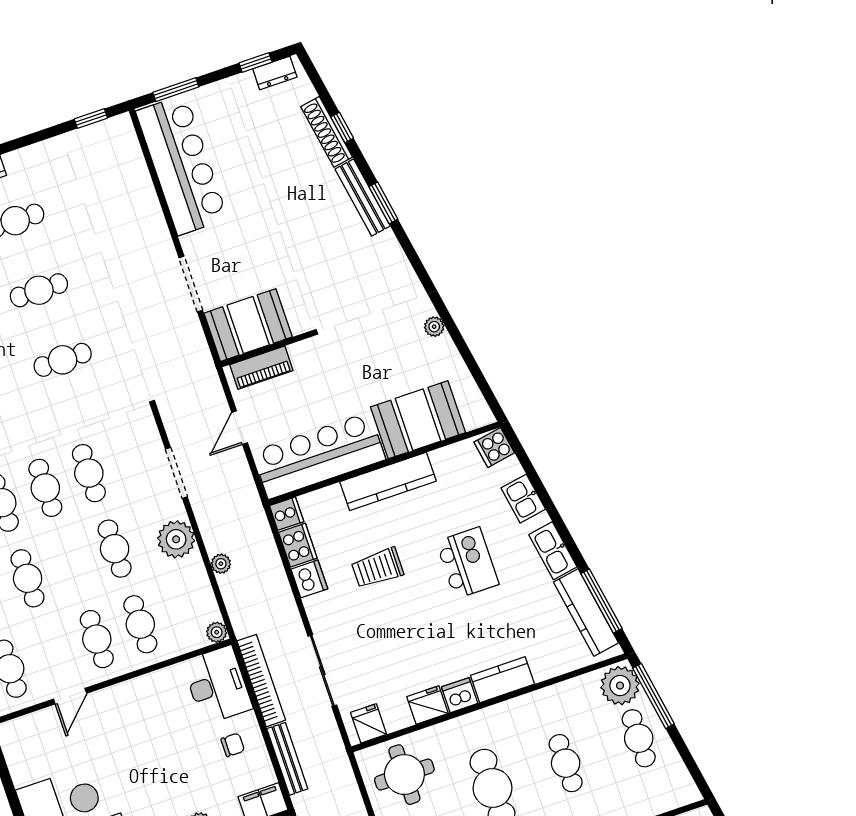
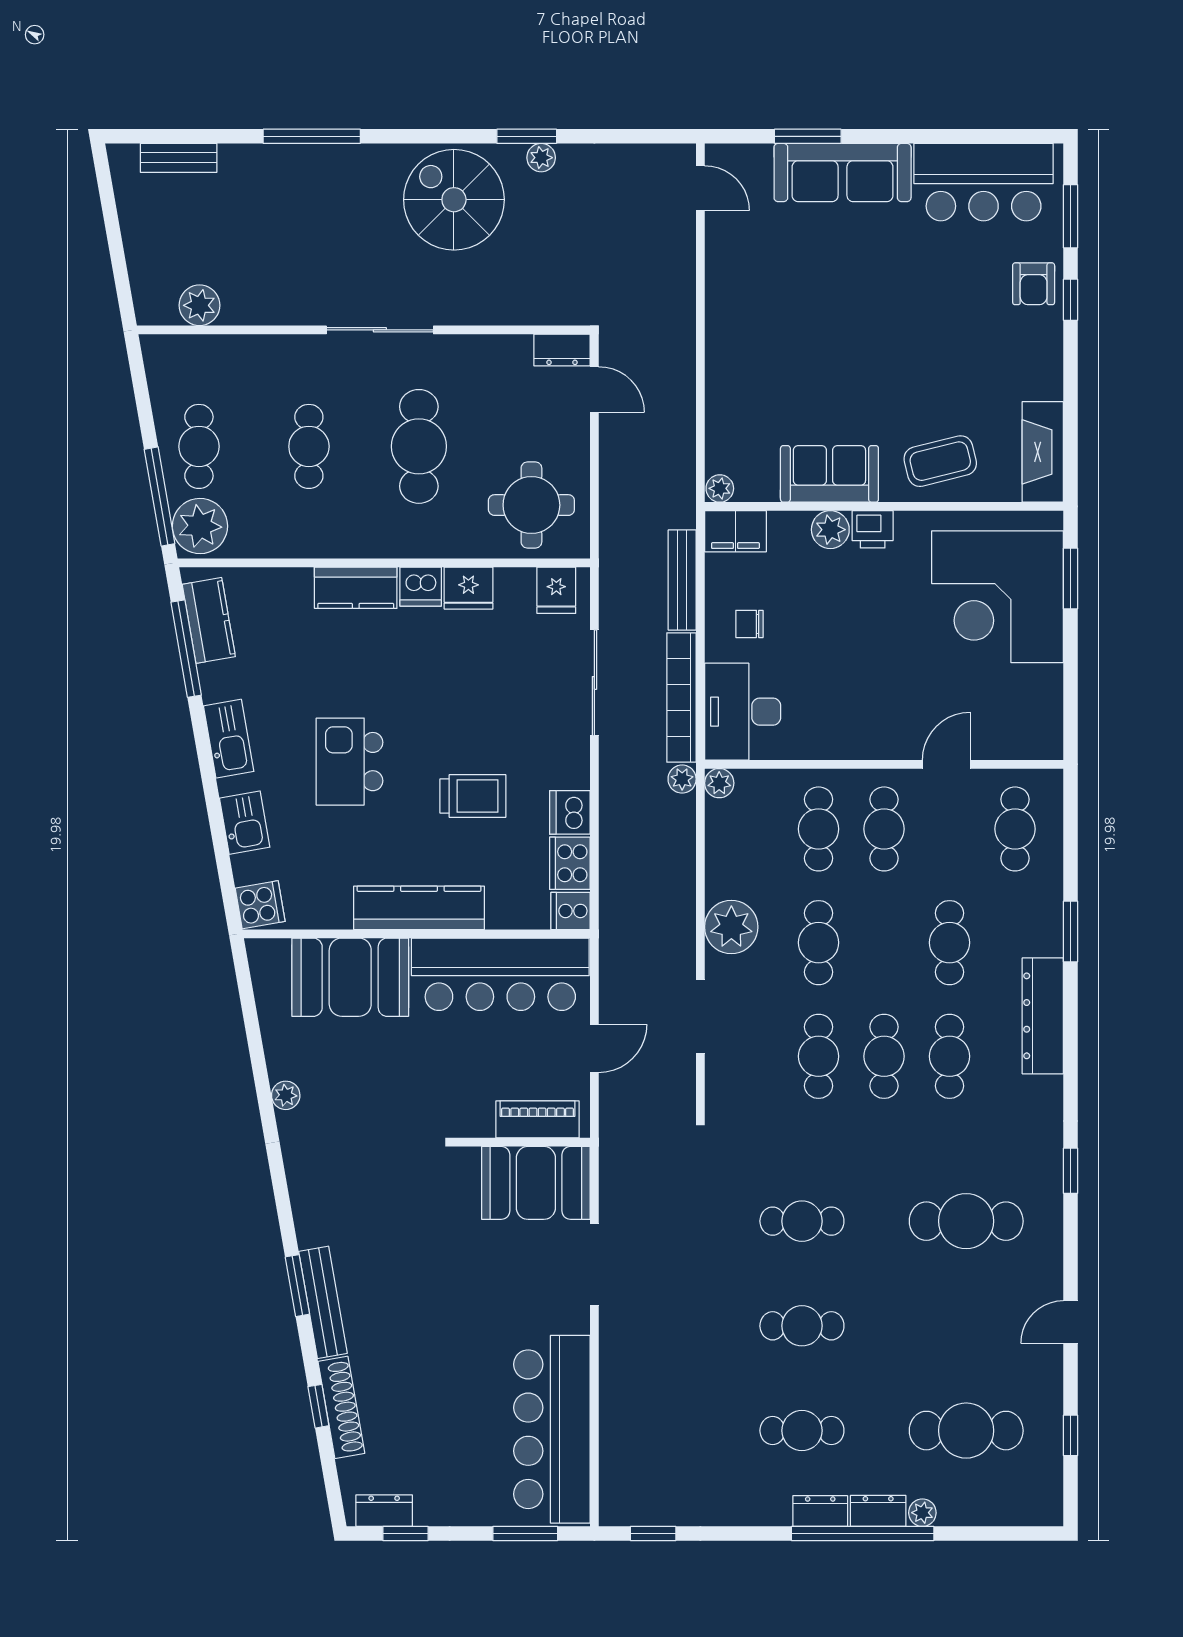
plant: (221, 564) -> (682, 779), moved
kitchen counter: (586, 612) -> (209, 620), width x0.67

